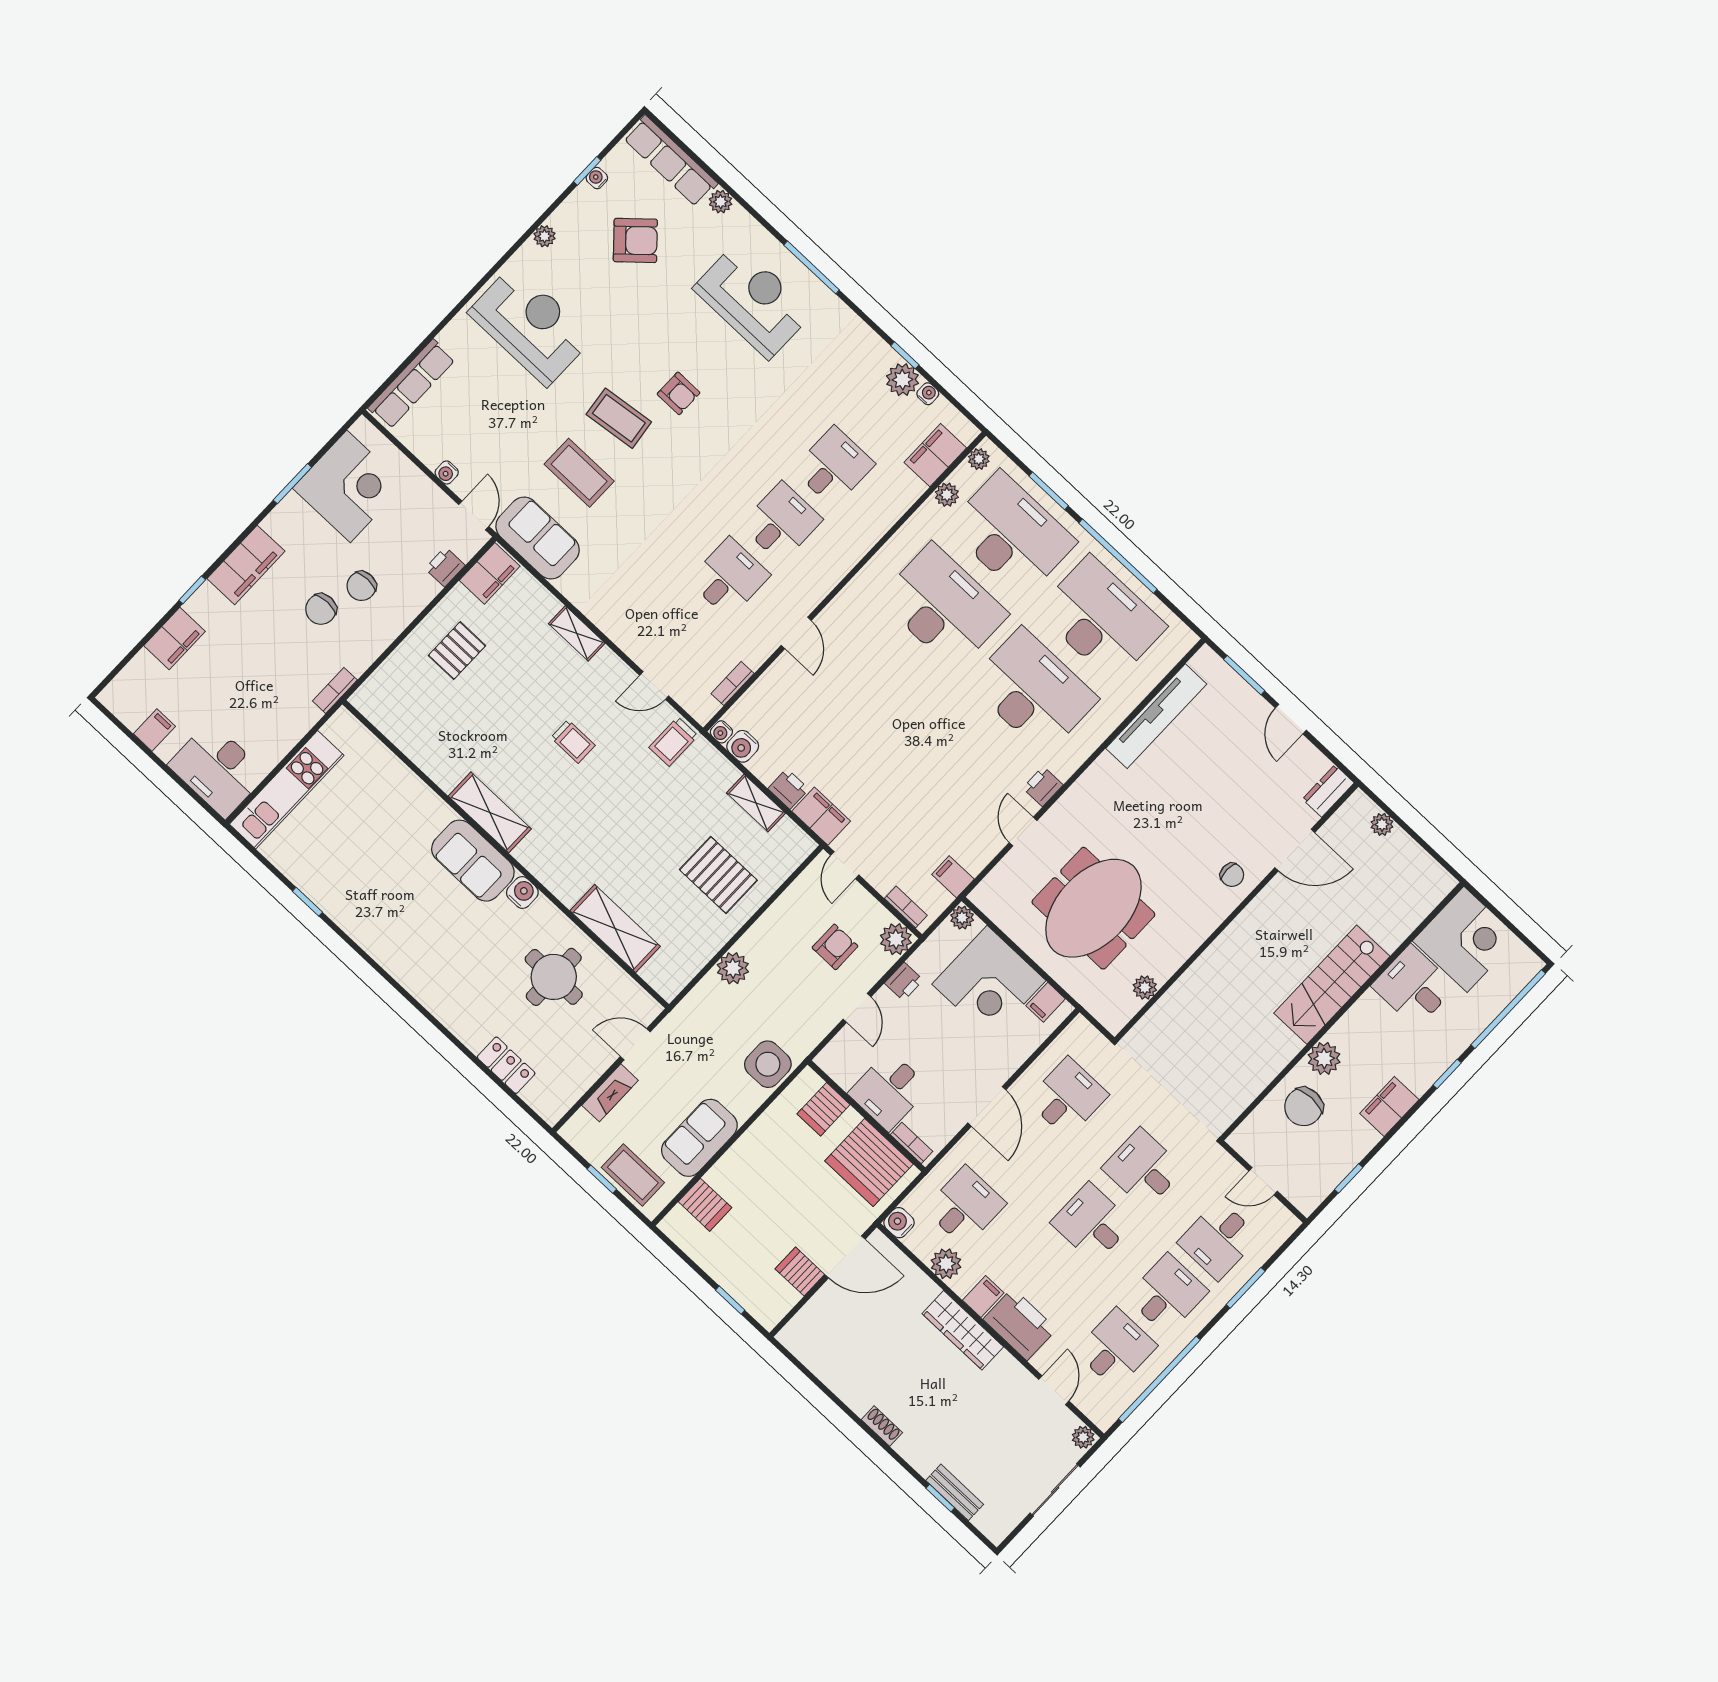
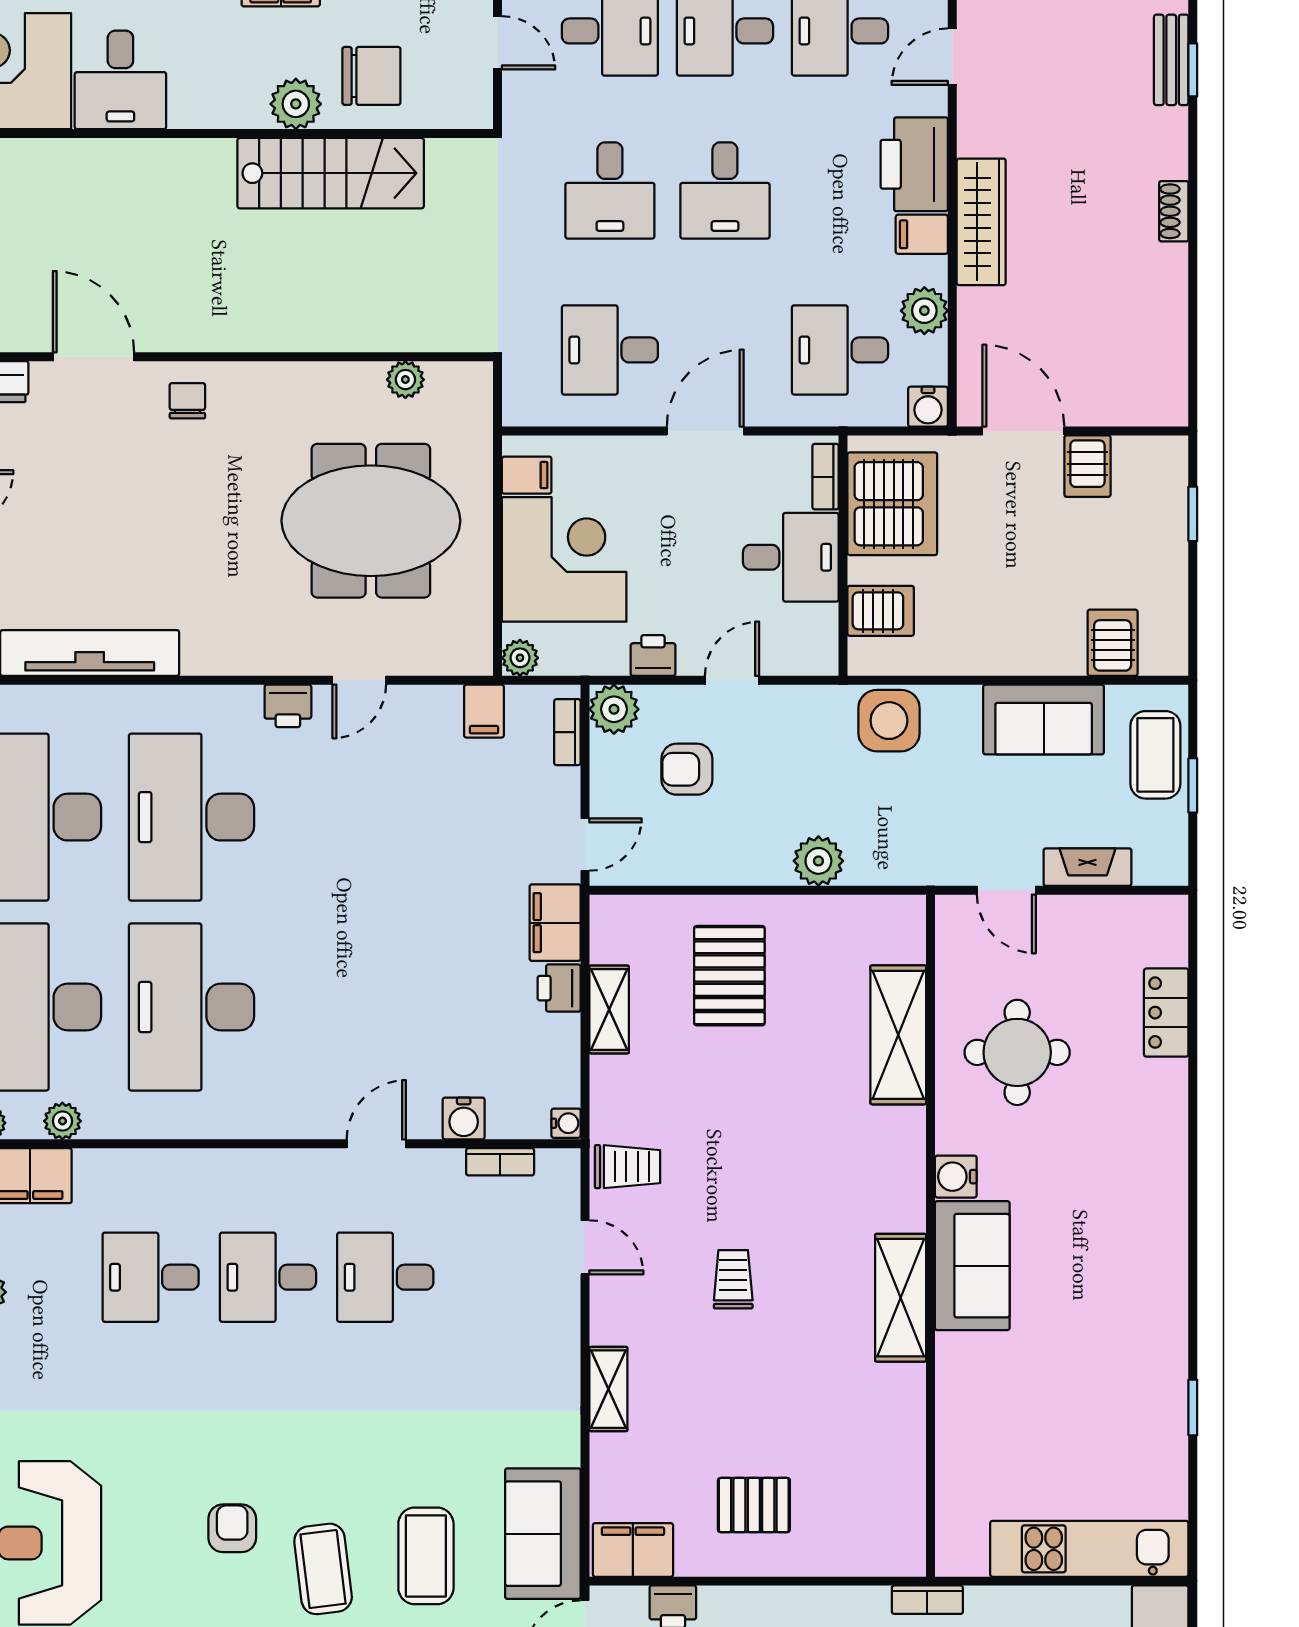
water cooler: (743, 746) -> (464, 1119), moved, turned 90
stairs: (1332, 985) -> (331, 173), moved

